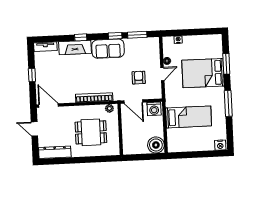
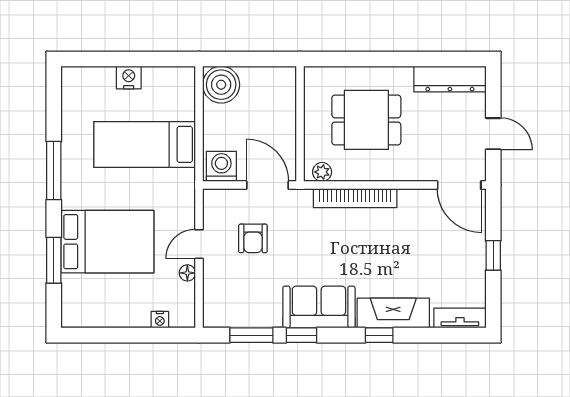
nightstand: (220, 145) -> (129, 78), moved

